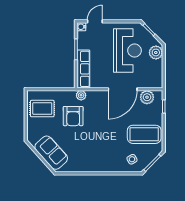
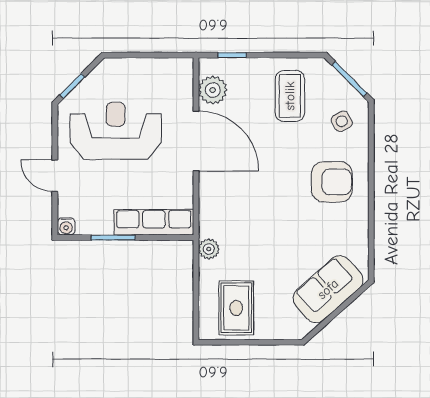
door: (95, 21) -> (55, 176), moved
plant: (156, 52) -> (120, 72), removed
plant: (81, 95) -> (209, 249), moved
armchair: (73, 116) -> (332, 182), moved
coffee table: (144, 134) -> (290, 96), width x0.73, depth x0.76

